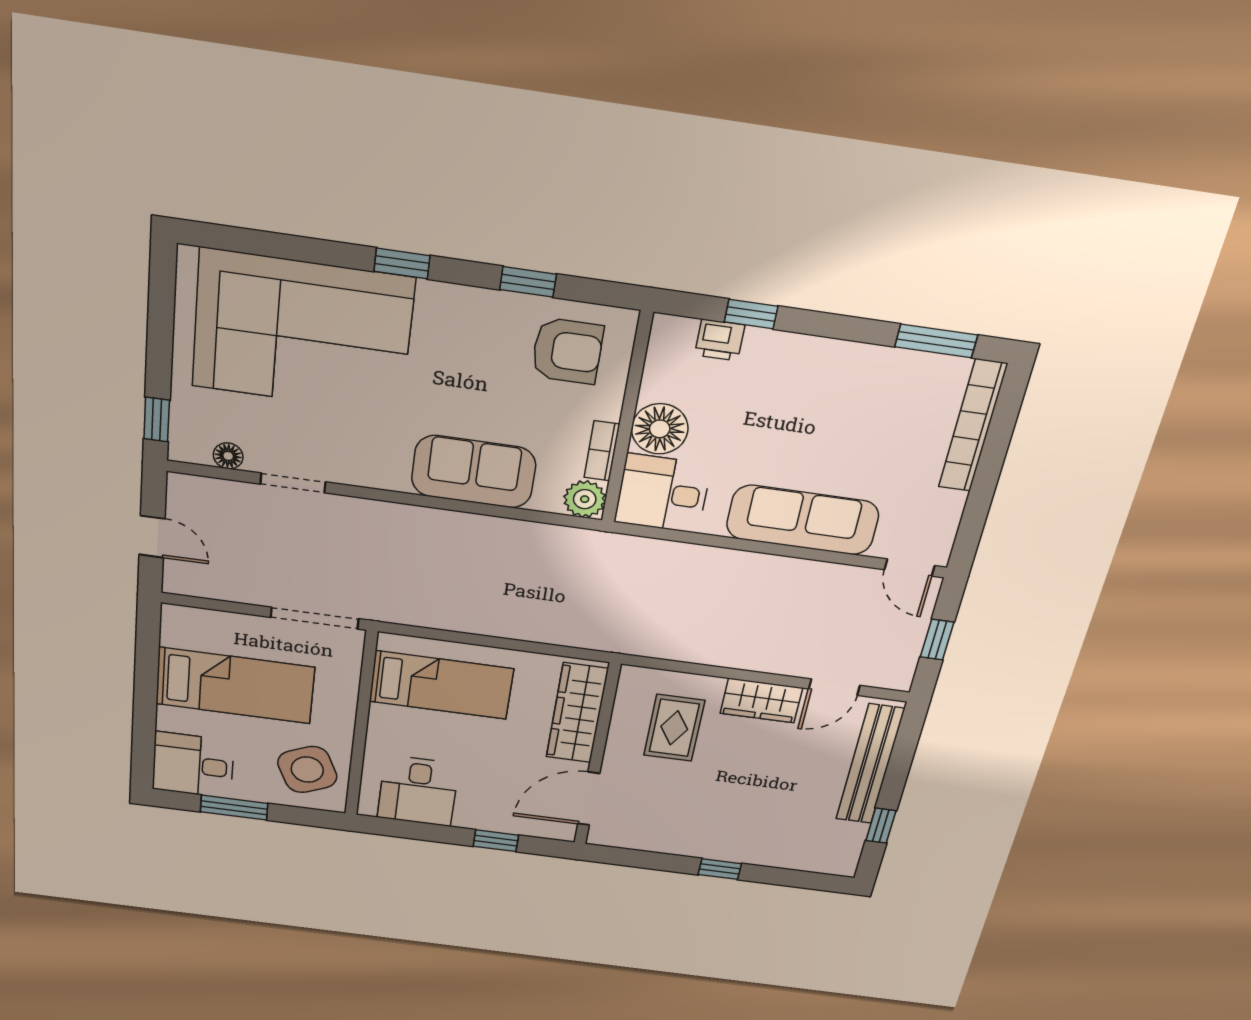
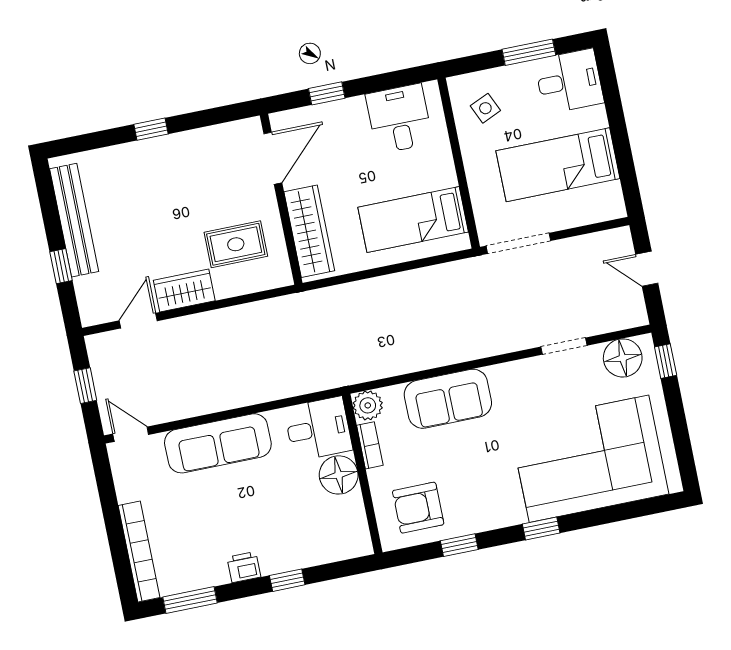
window: (751, 314) -> (287, 580), moved
printer: (720, 340) -> (244, 567), moved
floor lamp: (228, 456) -> (623, 358), width x1.89, depth x1.89
rug: (674, 728) -> (236, 244), turned 90
bench: (870, 764) -> (74, 220), moved
side table: (307, 770) -> (485, 108), width x0.54, depth x0.54
window: (881, 826) -> (61, 266), moved

